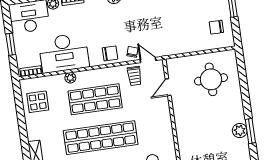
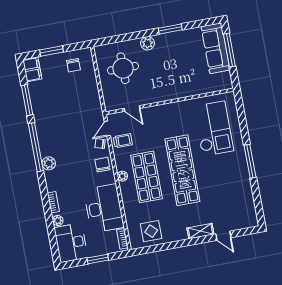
plant: (70, 78) -> (122, 176), moved
plant: (240, 131) -> (148, 43), moved

